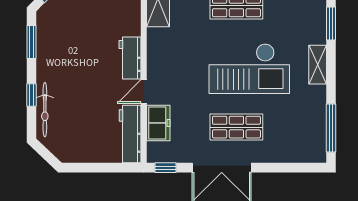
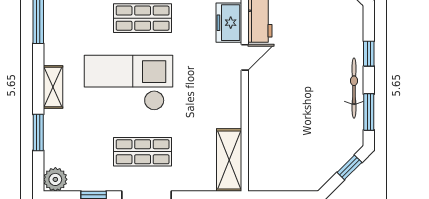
workbench: (130, 58) -> (260, 94), removed
bicycle: (45, 110) -> (354, 88), moved

